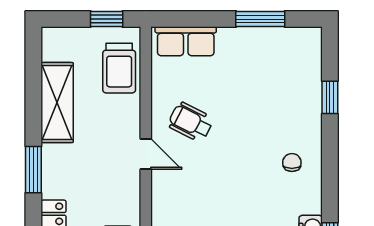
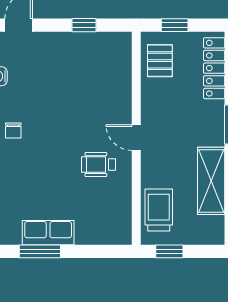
row of seats: (186, 41) -> (48, 233), moved
wheelchair: (191, 122) -> (99, 165), turned 153

